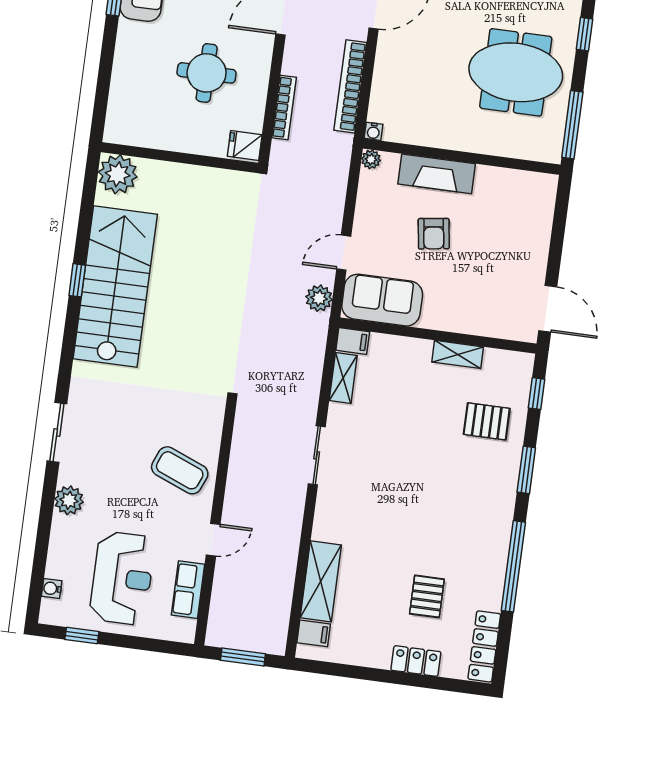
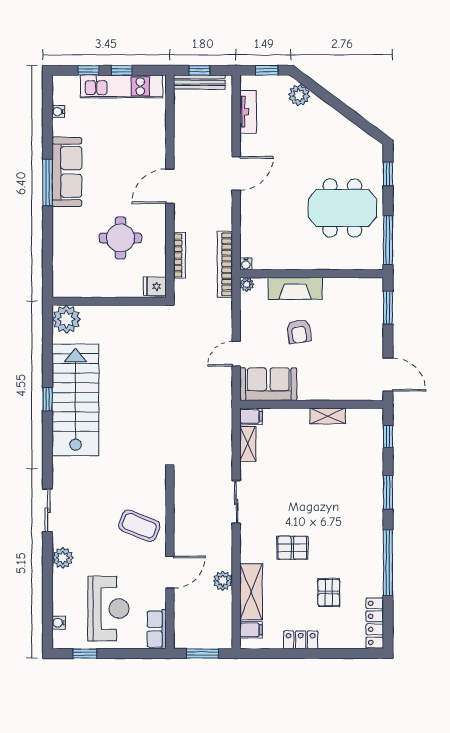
bookcase: (350, 86) -> (225, 264), moved
window: (560, 217) -> (388, 308), added
plant: (319, 298) -> (223, 581), moved
pallet: (487, 421) -> (292, 548), moved
door: (213, 540) -> (170, 572), width x1.38
row of seats: (188, 590) -> (157, 629), moved
locker: (416, 661) -> (301, 640), moved

